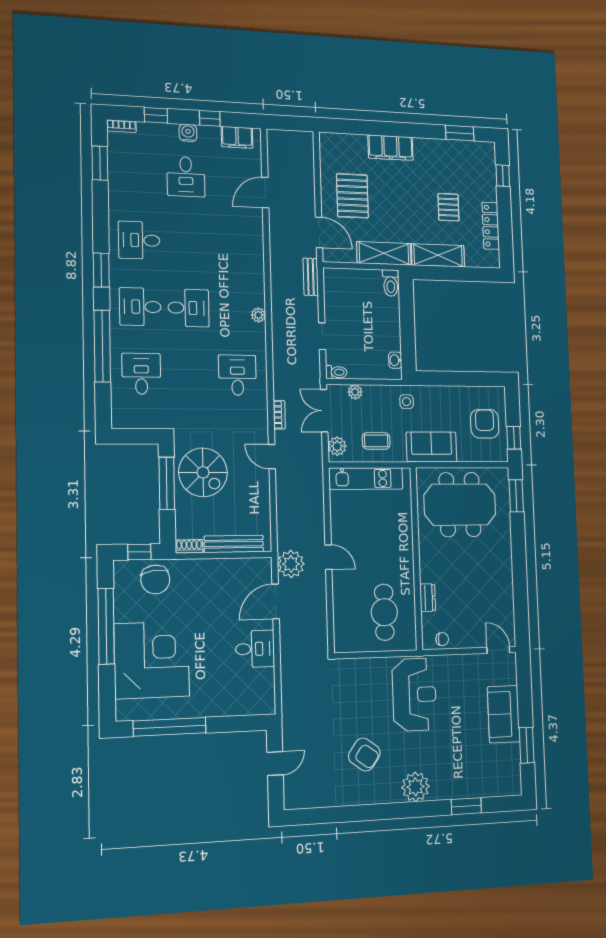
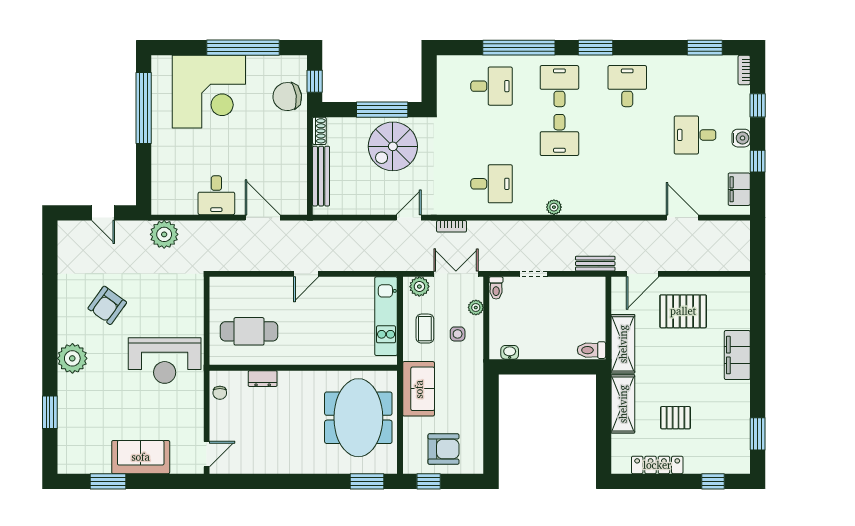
side table: (407, 402) -> (458, 334), moved
plant: (291, 564) -> (164, 234), moved

